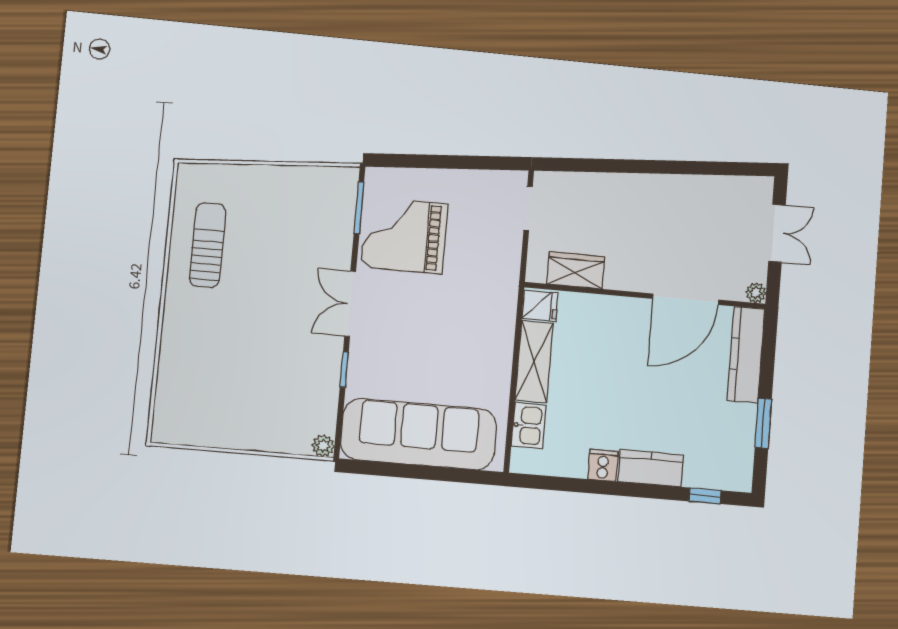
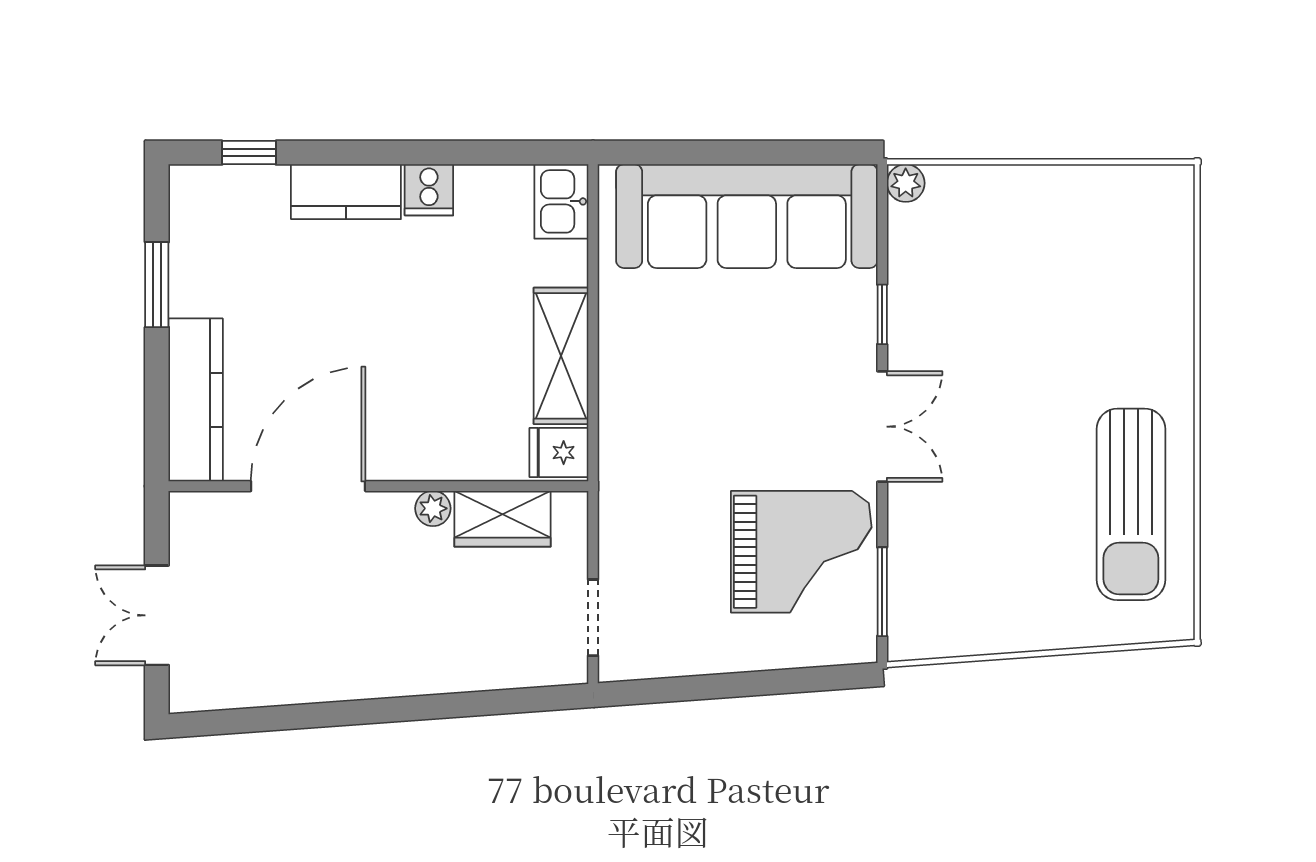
sun lounger: (208, 245) -> (1131, 504), width x1.36, depth x1.34
plant: (756, 293) -> (433, 508), moved
kitchen sink: (529, 426) -> (561, 201), moved

